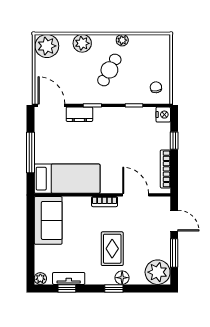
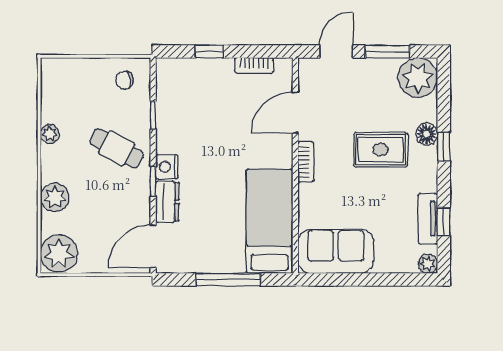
cafe table: (109, 70) -> (116, 148), moved
nightstand: (163, 115) -> (167, 167), moved, turned -90
bookcase: (165, 169) -> (254, 65), width x0.64

